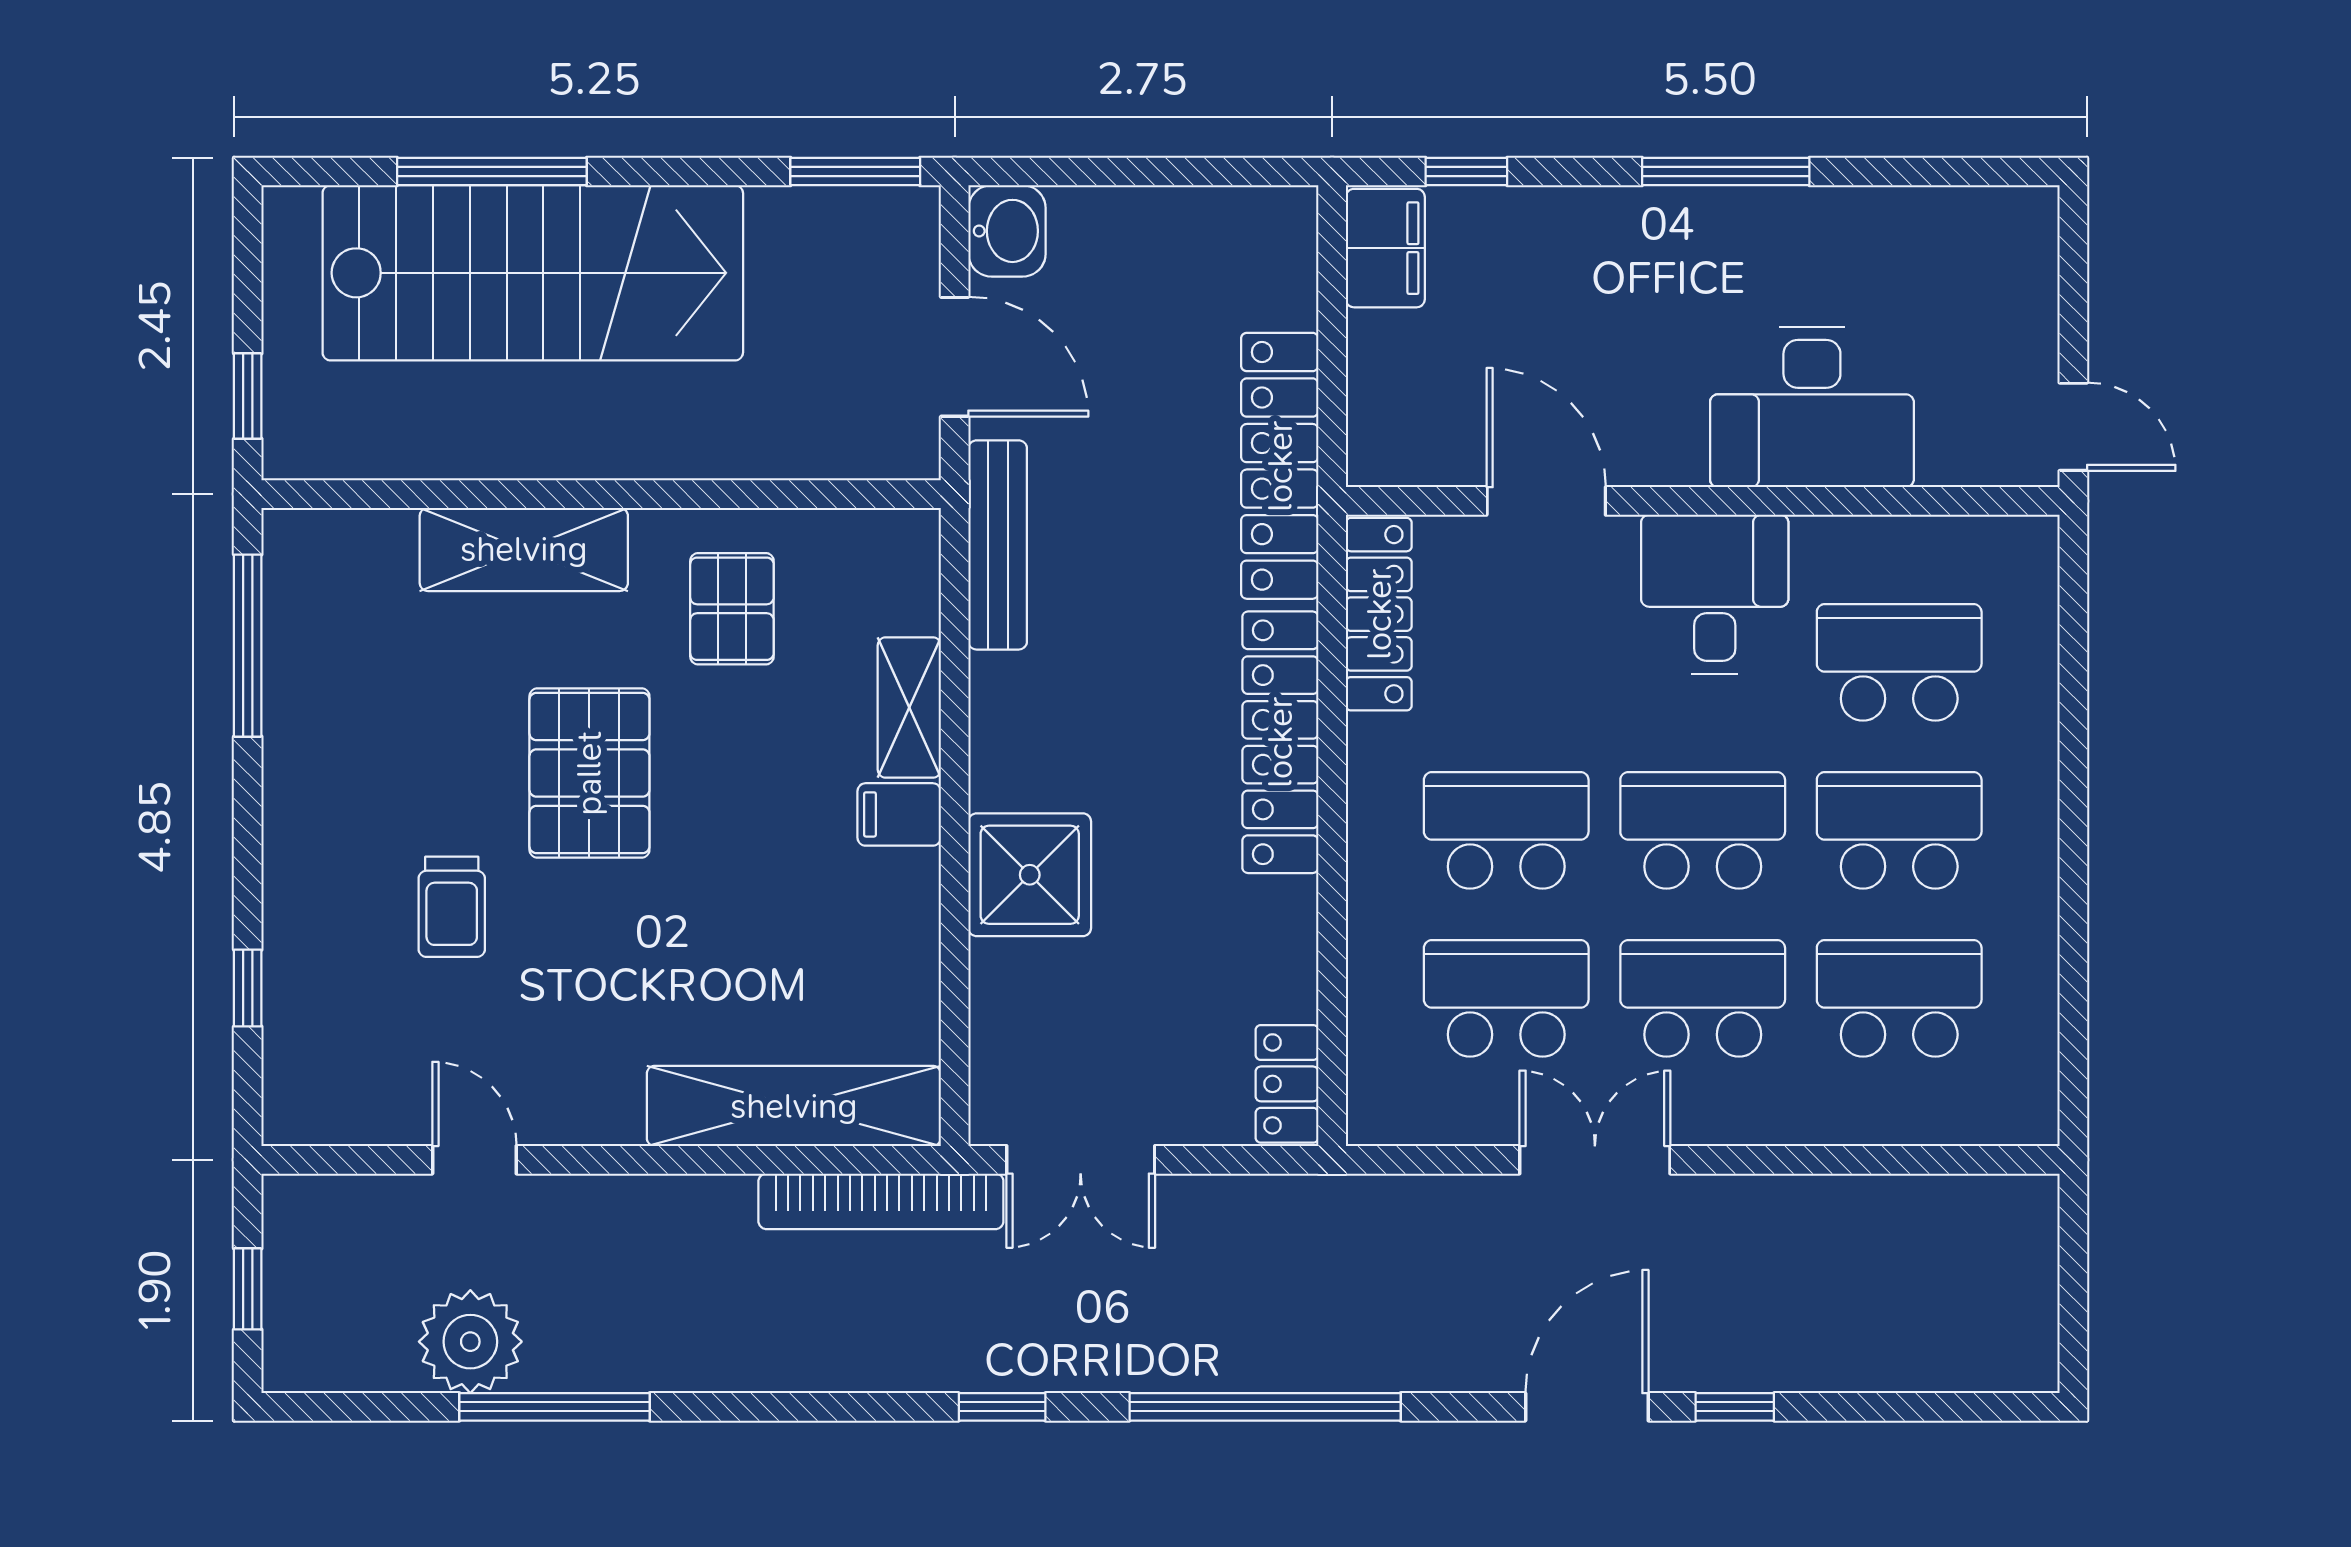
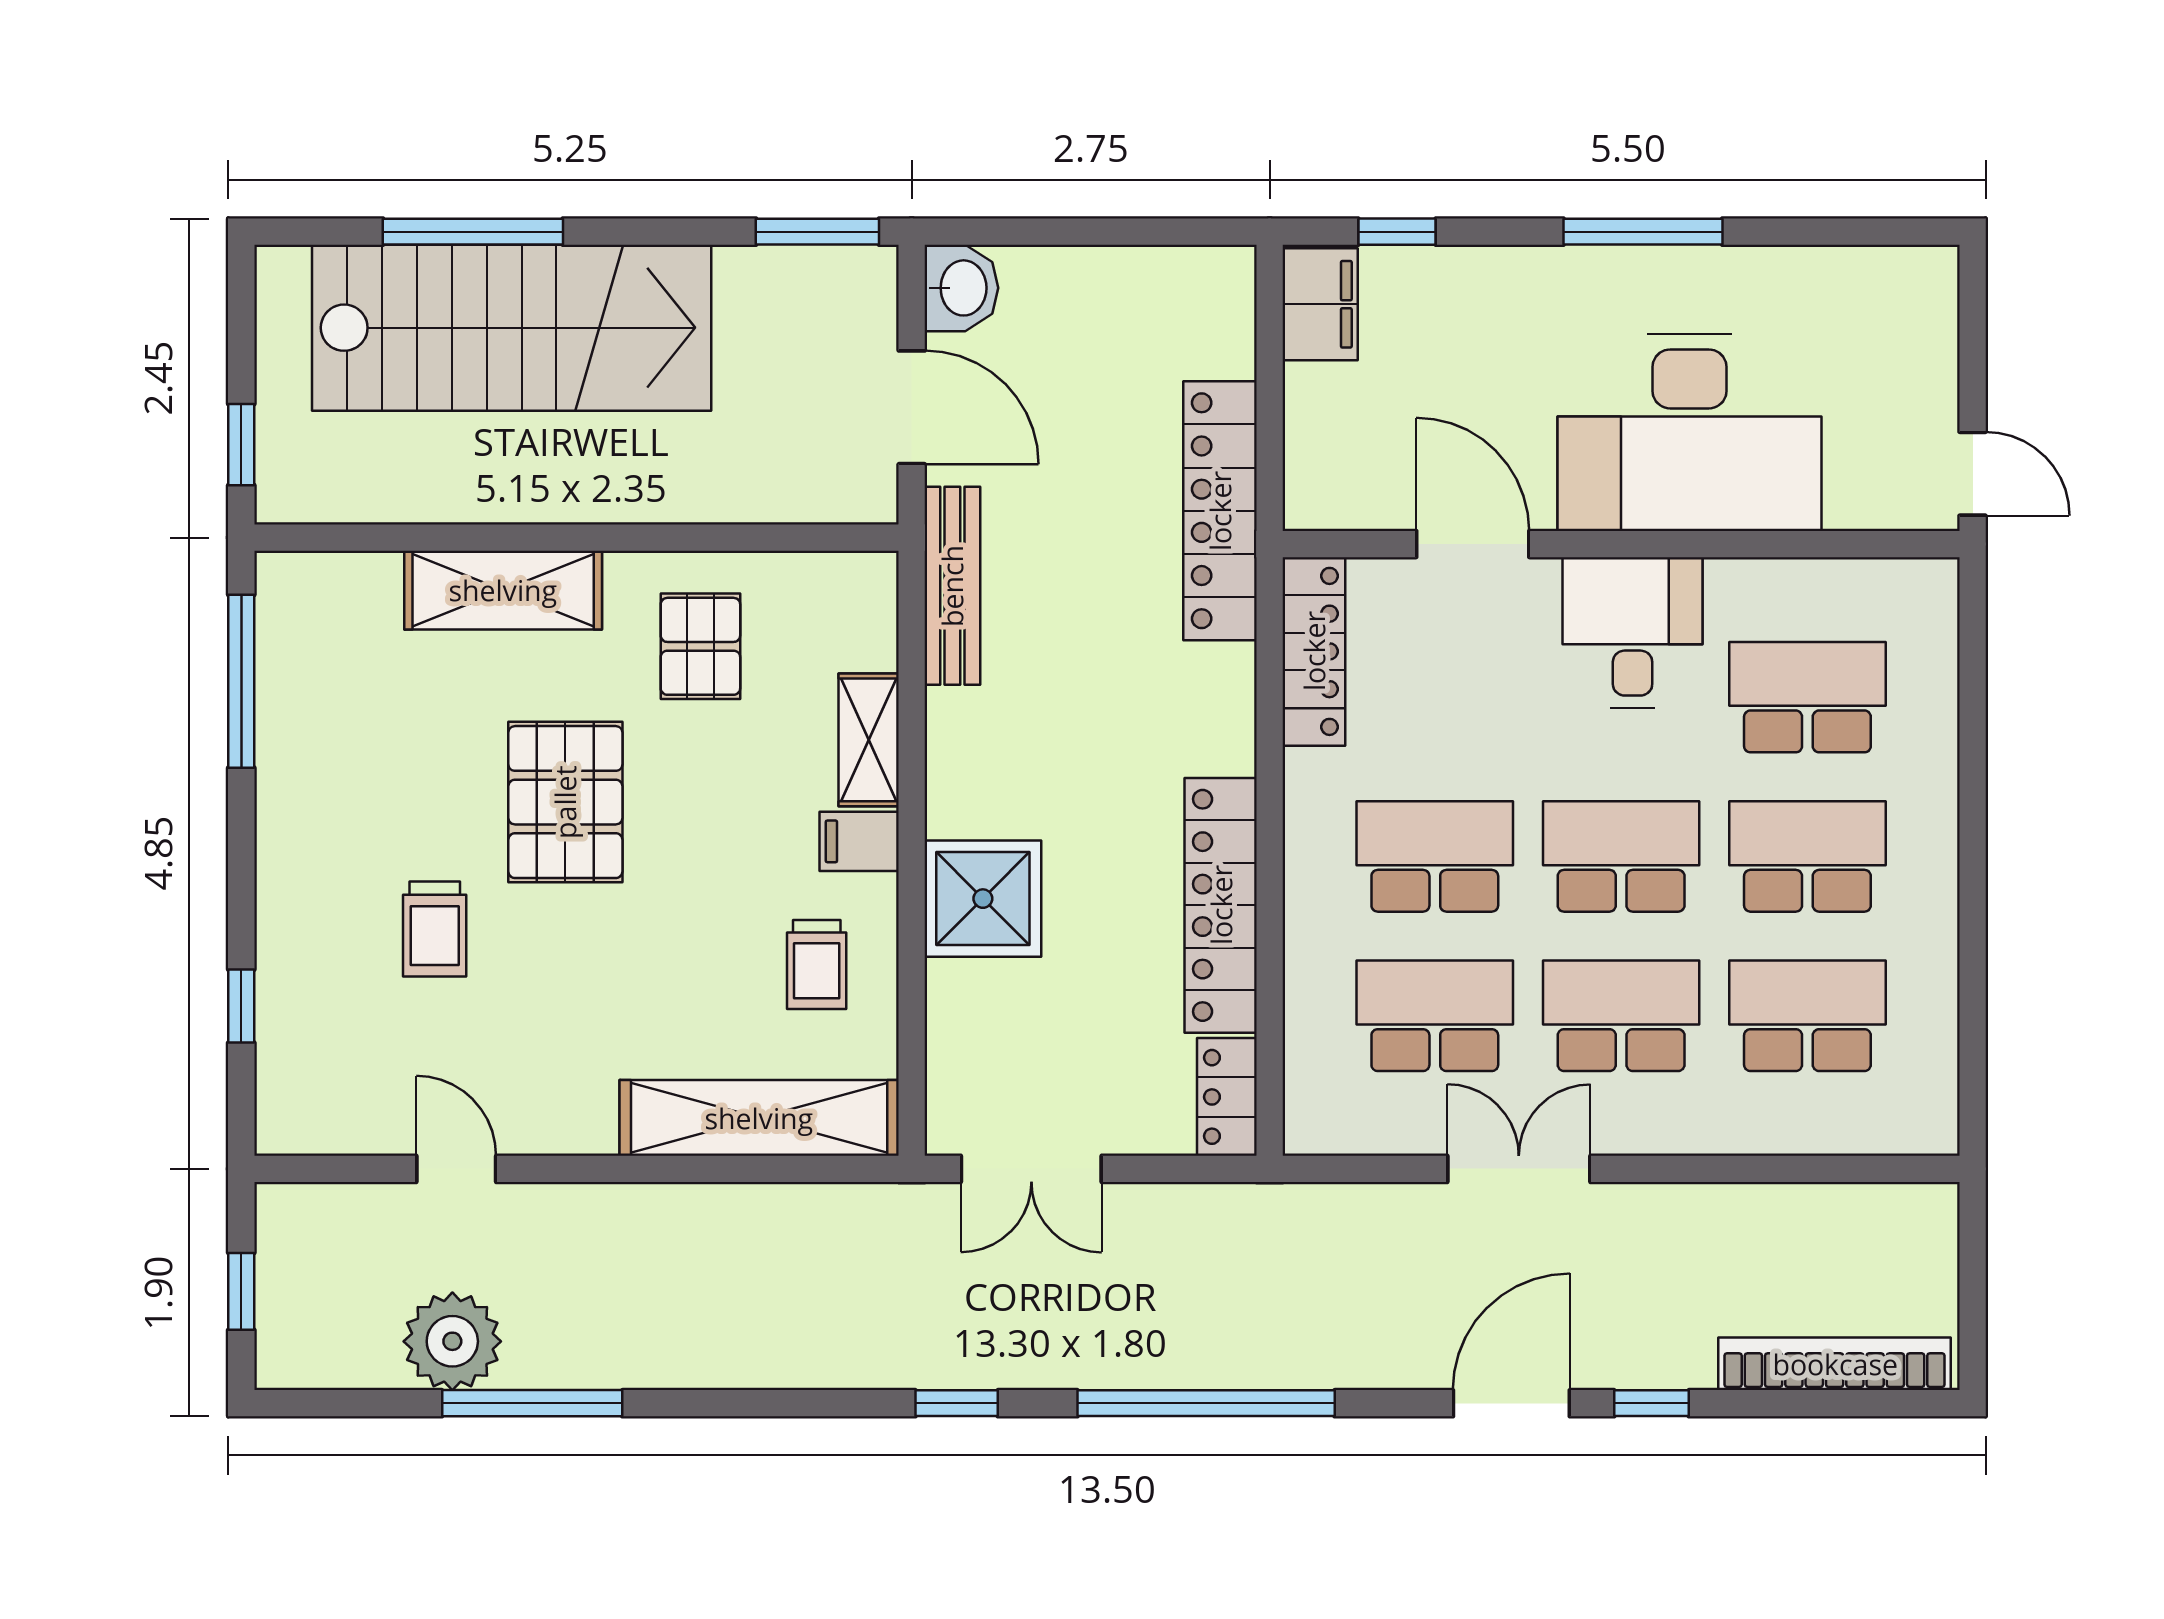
desk: (1812, 407) -> (1690, 432), width x1.36, depth x1.30
locker: (1280, 742) -> (1221, 905), moved
trolley: (854, 944) -> (817, 965), added
bookcase: (881, 1201) -> (1835, 1364), moved, turned 180

